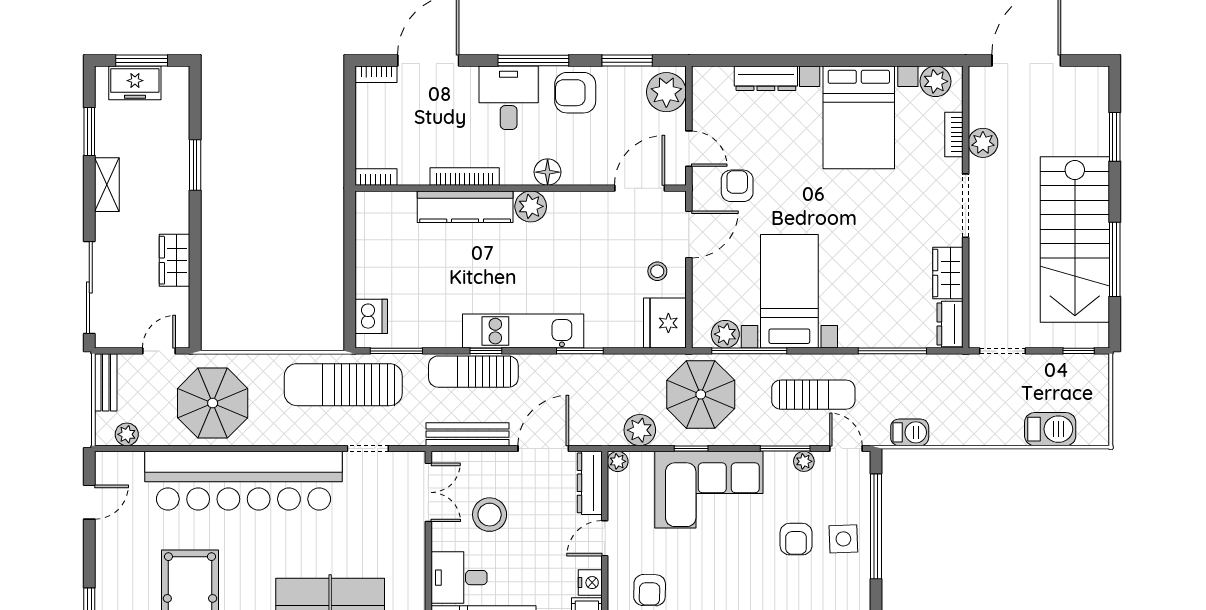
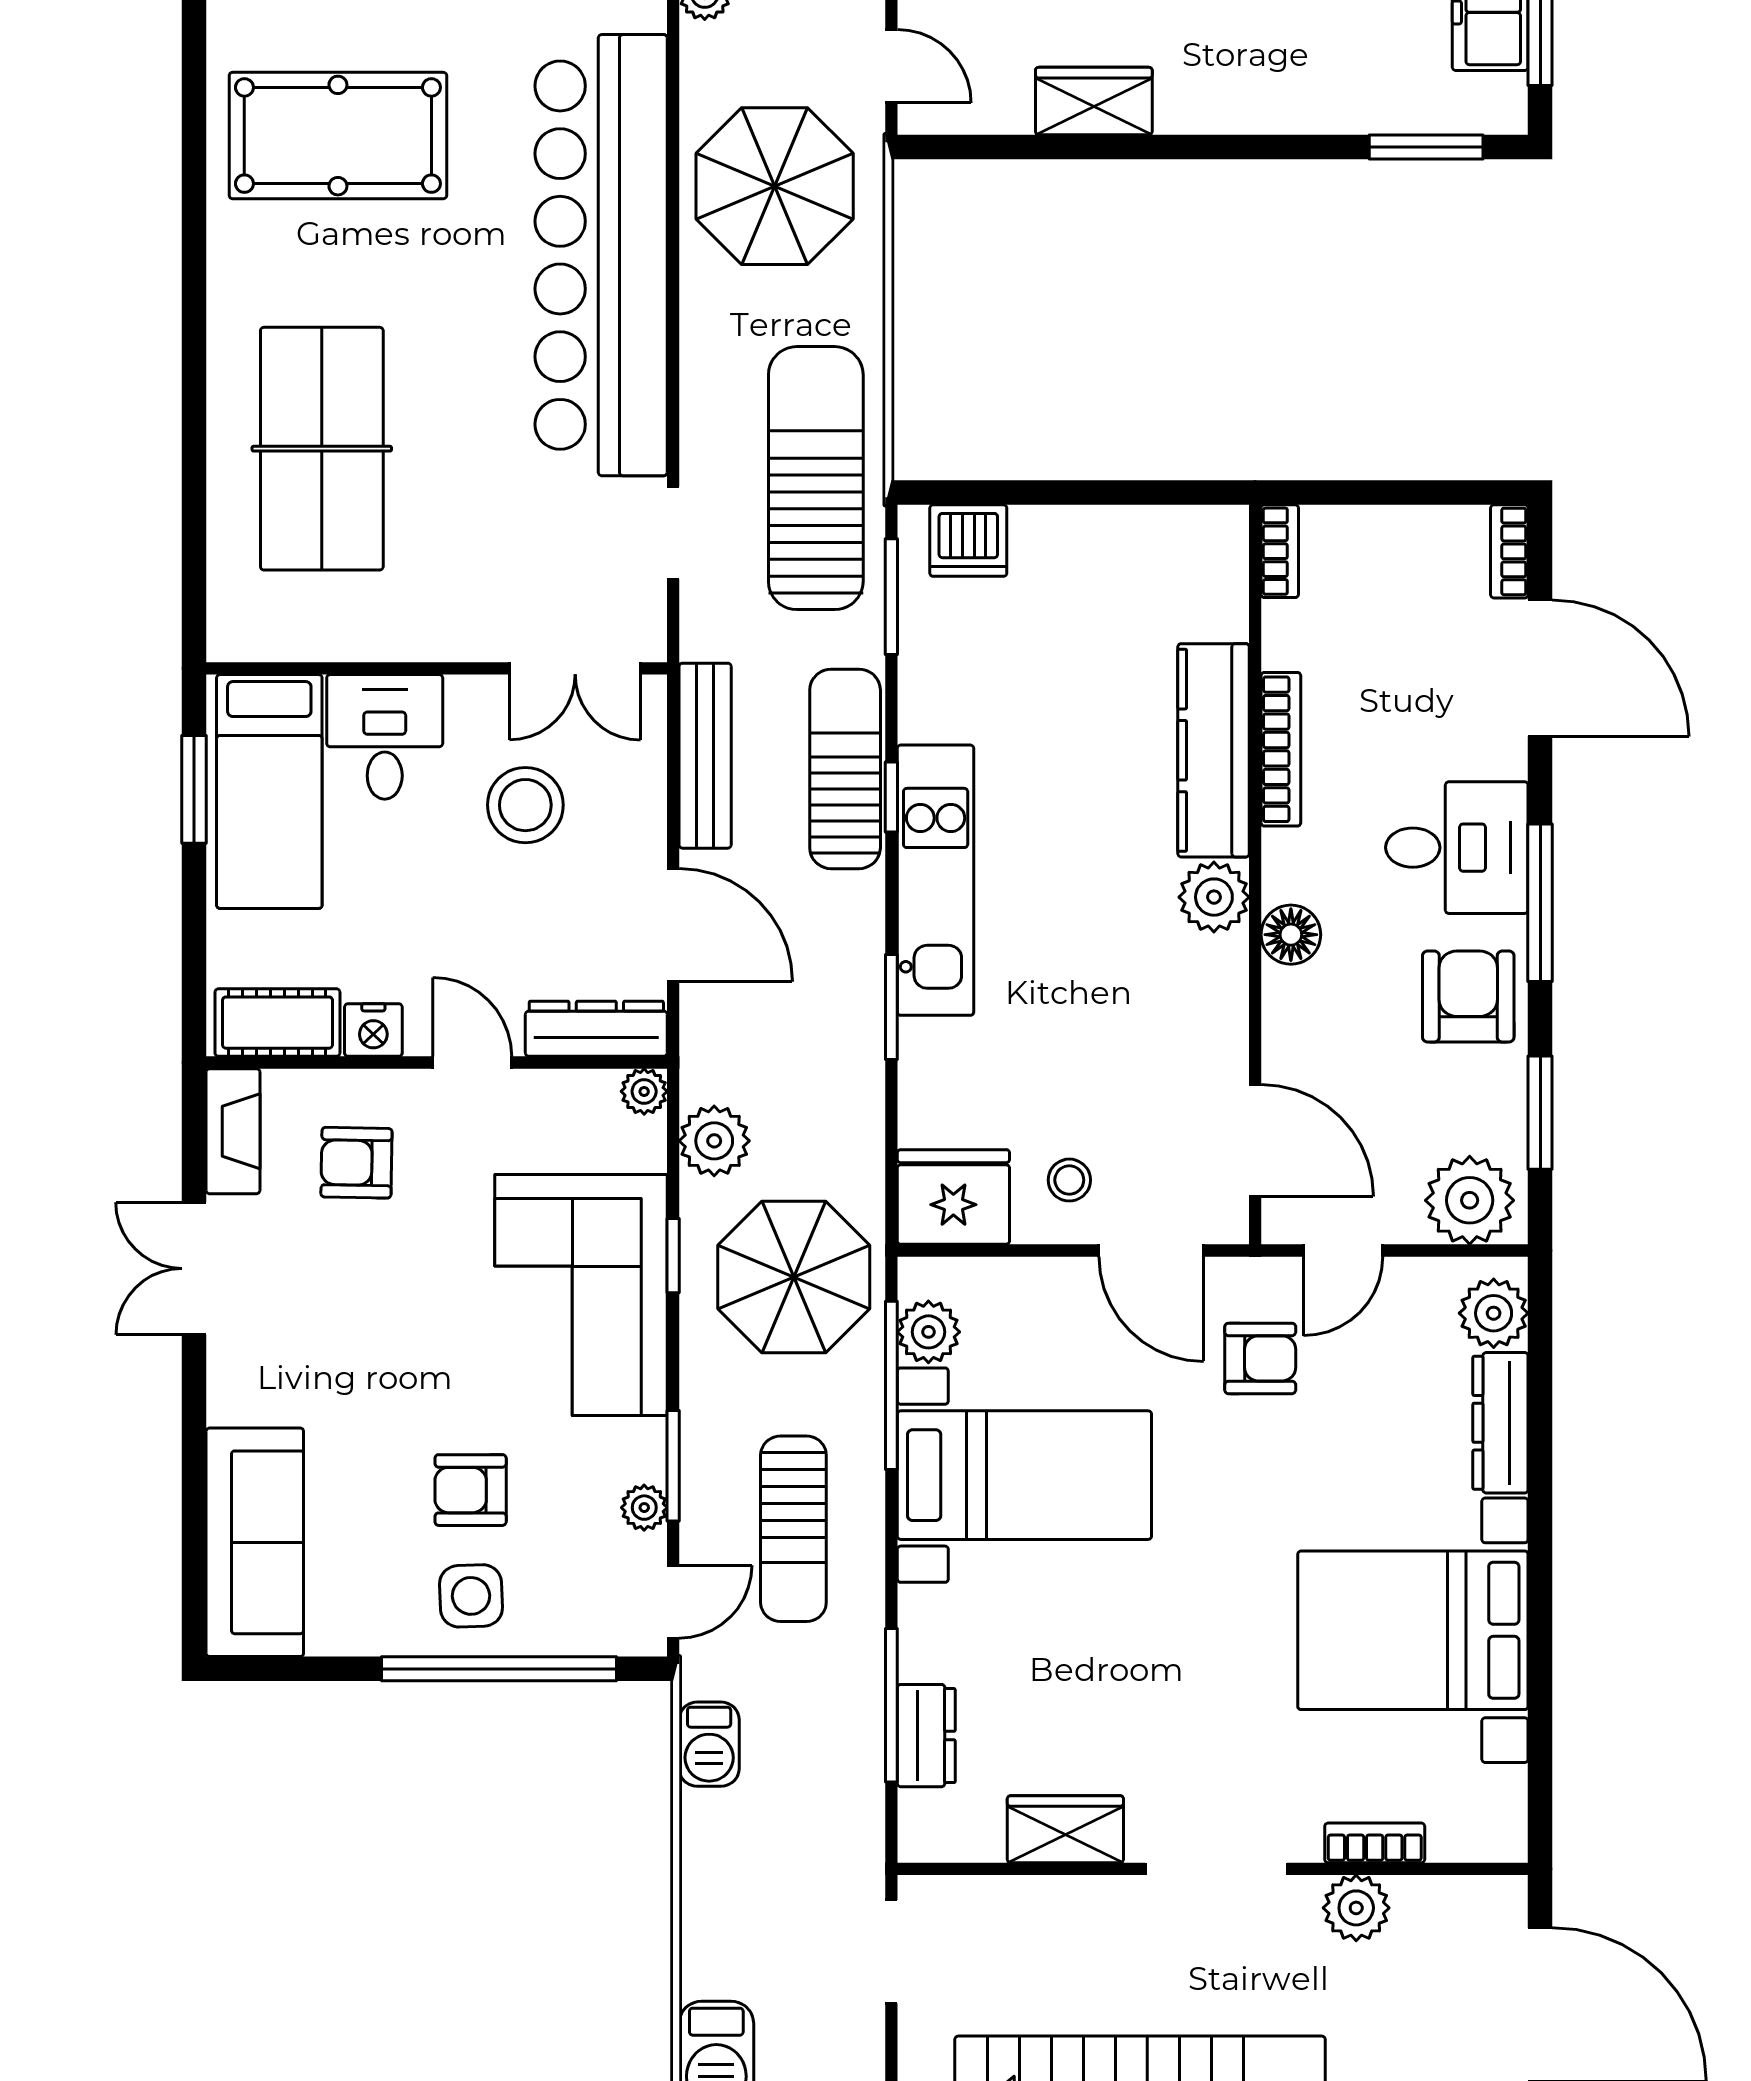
plant: (936, 81) -> (1494, 1313), moved
window: (195, 165) -> (1426, 147), moved
dresser: (950, 324) -> (926, 1736), moved, turned 90

